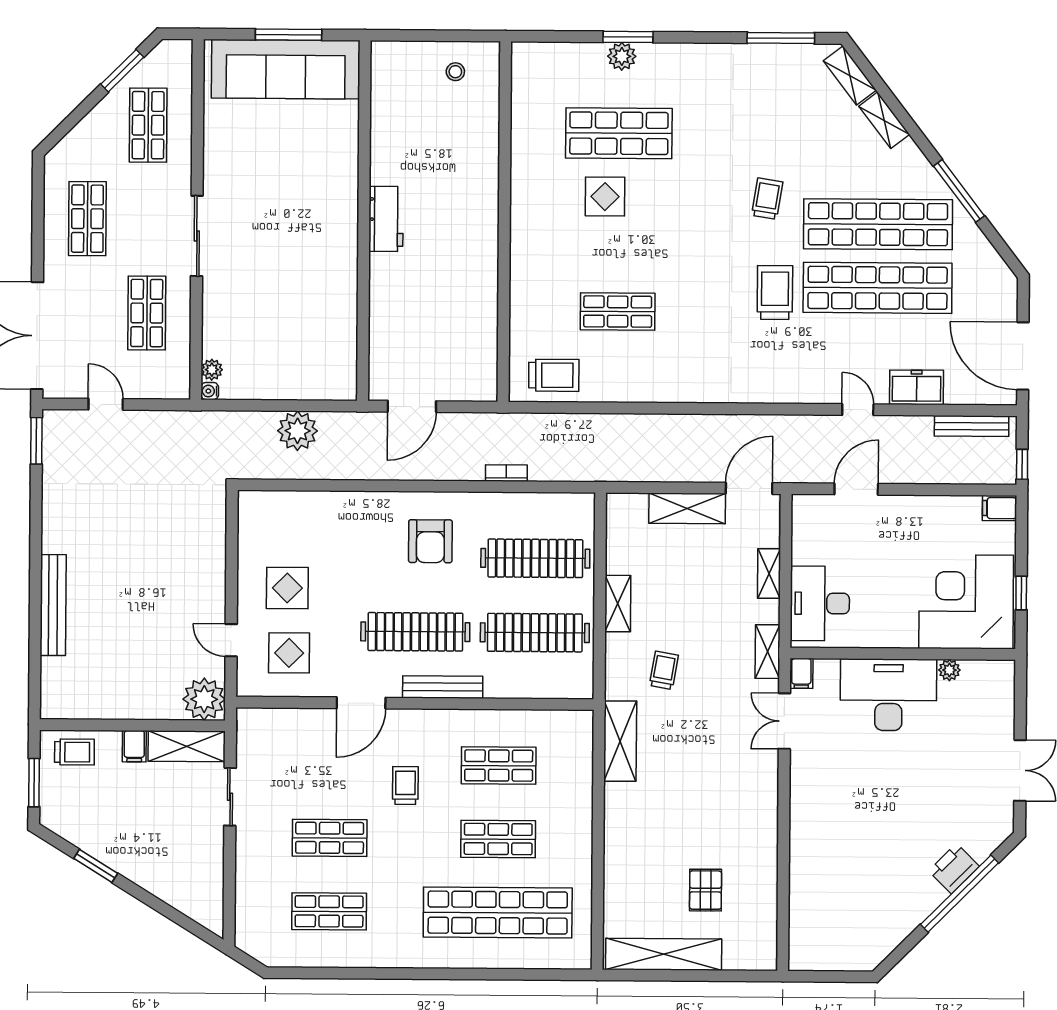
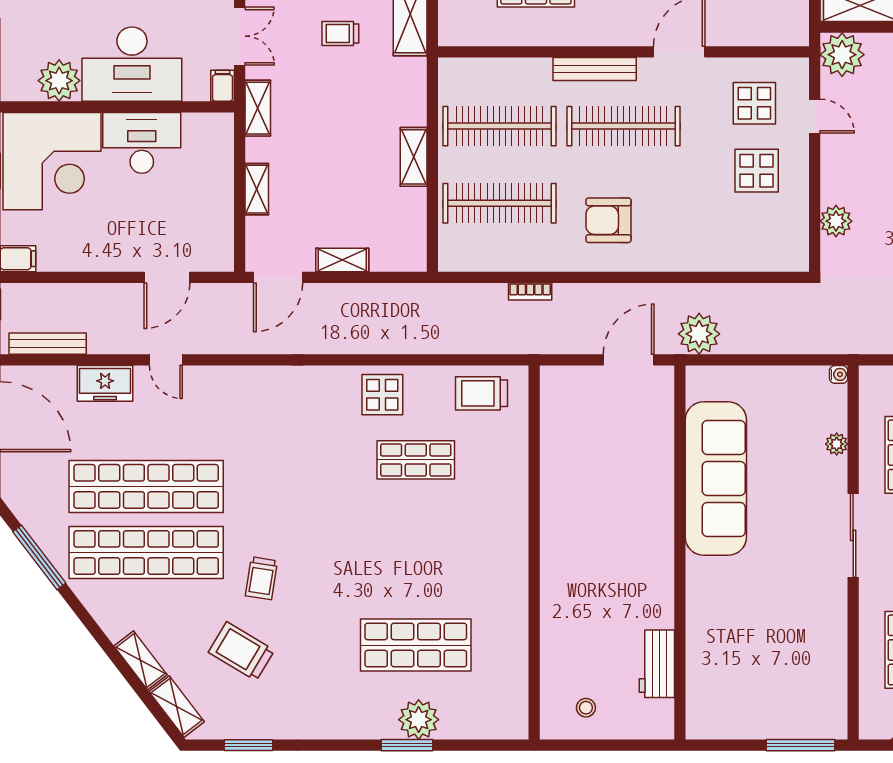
window: (289, 35) -> (800, 745), moved
window: (781, 38) -> (248, 745), width x0.69
plant: (622, 56) -> (419, 720), width x1.36, depth x1.36
sofa: (286, 69) -> (716, 479), moved, turned 90
window: (959, 191) -> (39, 557), moved
display table: (605, 197) -> (382, 395), moved
workbench: (386, 219) -> (657, 664), moved
trolley: (775, 292) -> (241, 651), moved, turned 121
plant: (212, 370) -> (837, 444), moved
plant: (298, 431) -> (699, 334), moved
shelving: (687, 508) -> (342, 260), width x0.67, depth x0.75
plant: (211, 539) -> (836, 221), added
armchair: (430, 541) -> (608, 220), turned -90
desk: (820, 603) -> (142, 143), moved, turned -90
trolley: (664, 670) -> (340, 34), moved, turned 80
plant: (949, 670) -> (59, 81), width x1.87, depth x1.87

